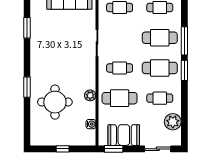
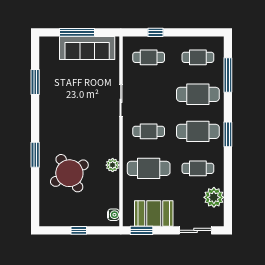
window: (184, 41) -> (228, 75), moved
round table: (55, 102) -> (69, 173), turned -31
water cooler: (91, 124) -> (114, 215), moved

